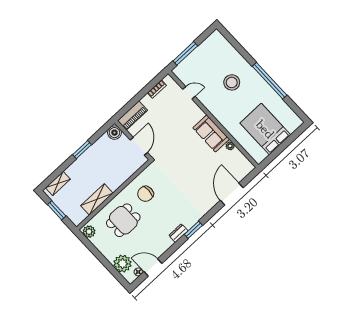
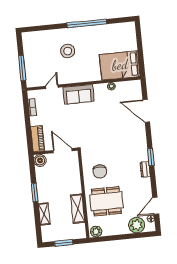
bed: (265, 129) -> (120, 65), moved
sofa: (211, 133) -> (79, 94), moved
shelving: (58, 183) -> (44, 214), moved
dining table: (123, 220) -> (106, 201), width x1.37

